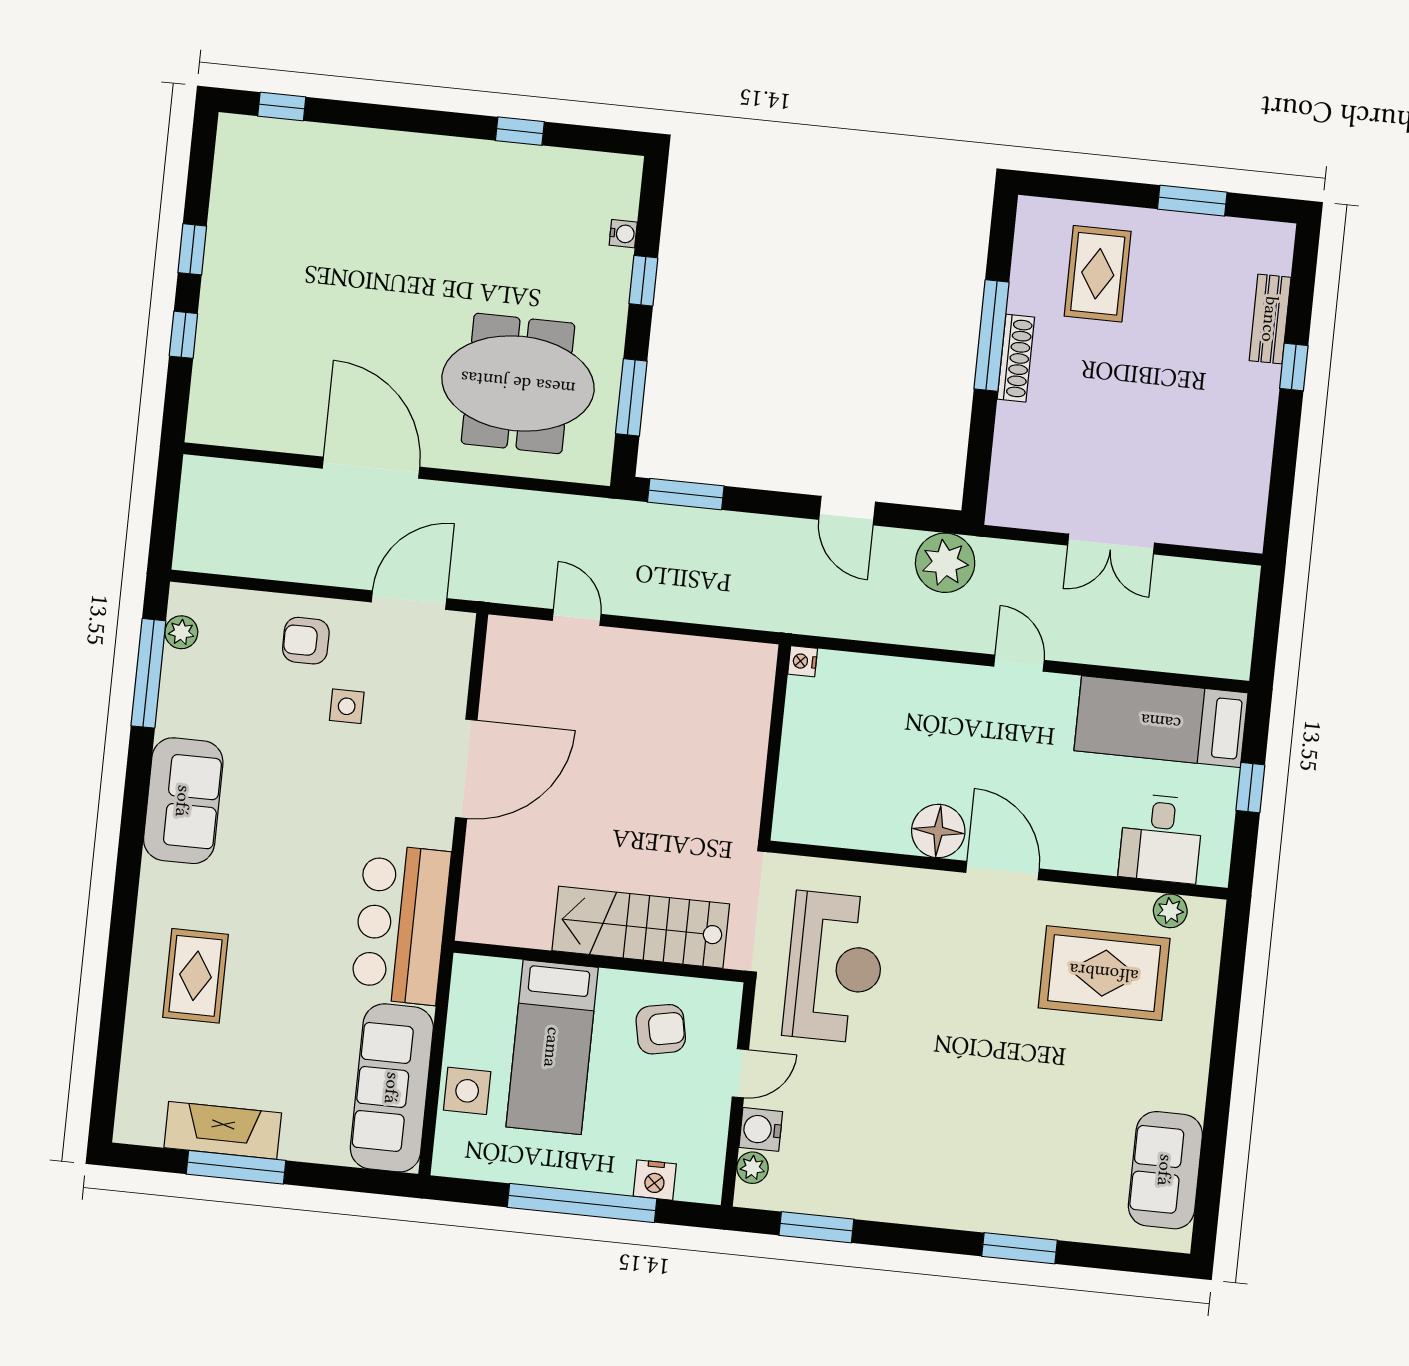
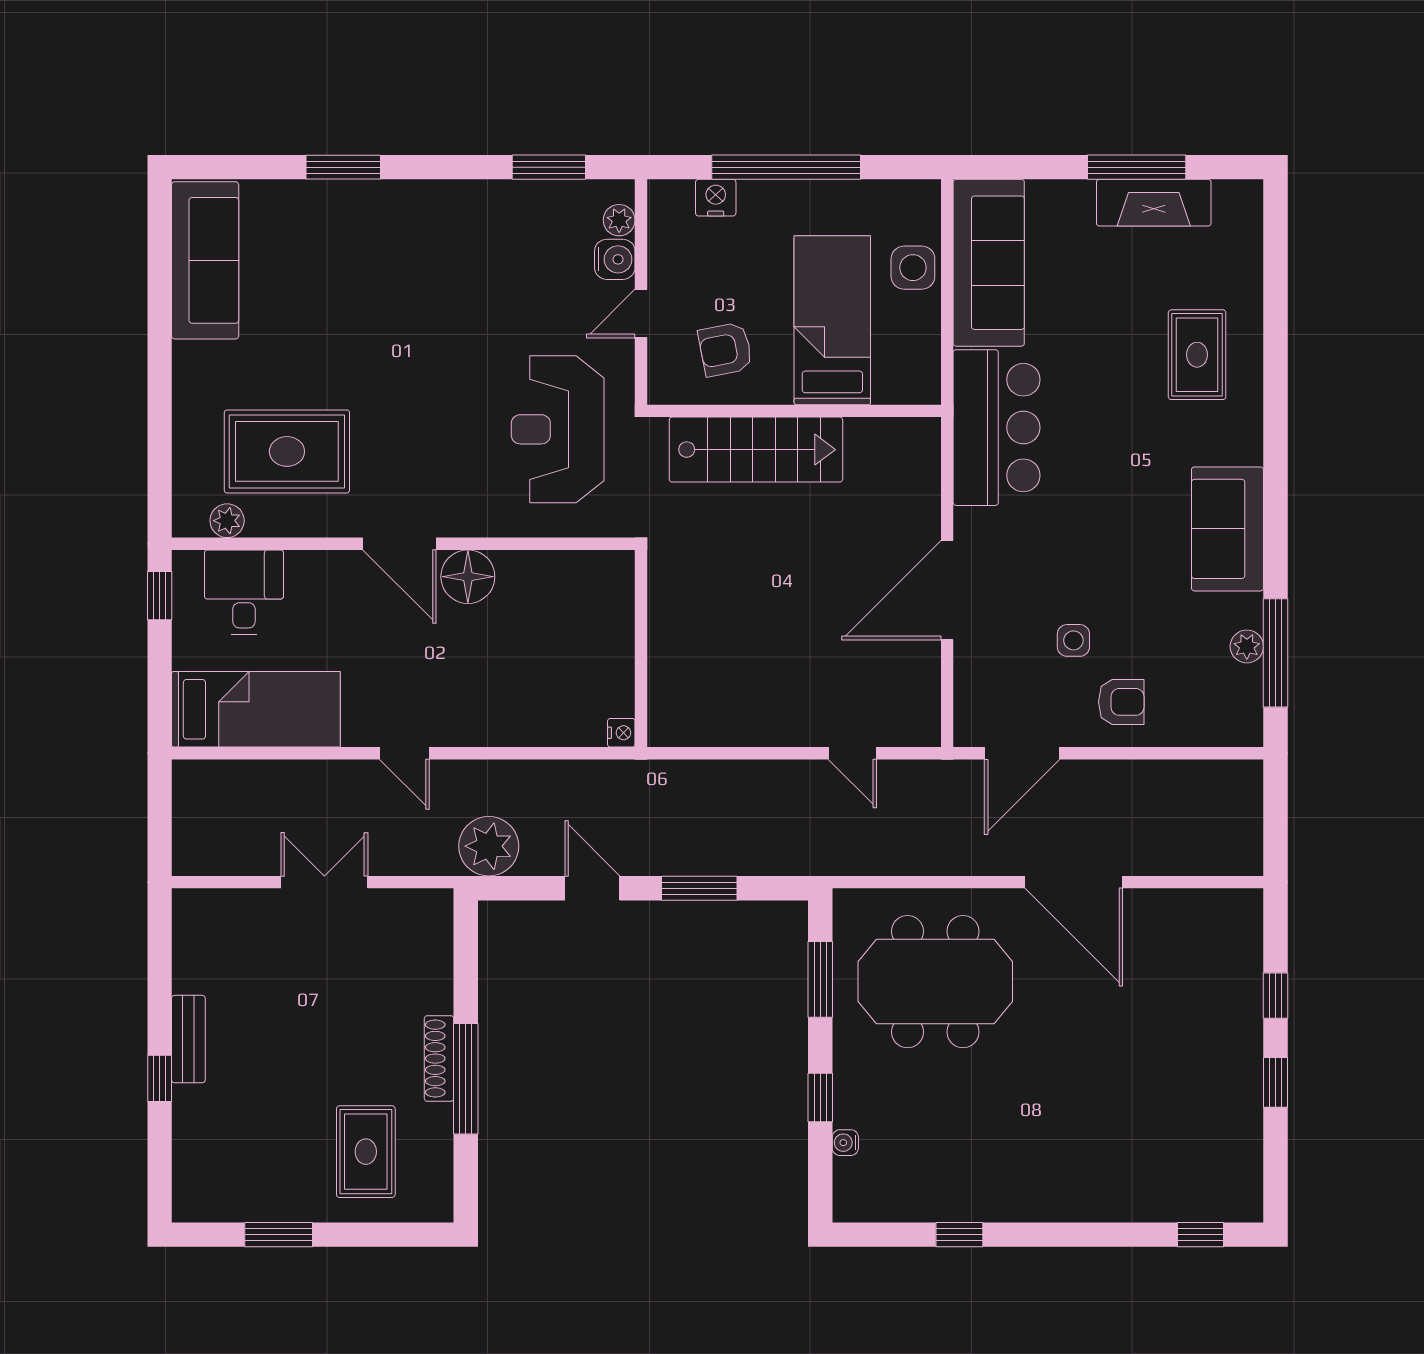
bench: (1270, 319) -> (188, 1039), moved
window: (686, 494) -> (699, 888), moved
plant: (181, 632) -> (1247, 646), moved
window: (1250, 788) -> (160, 596), moved
sofa: (1165, 1170) -> (205, 260), width x1.36

